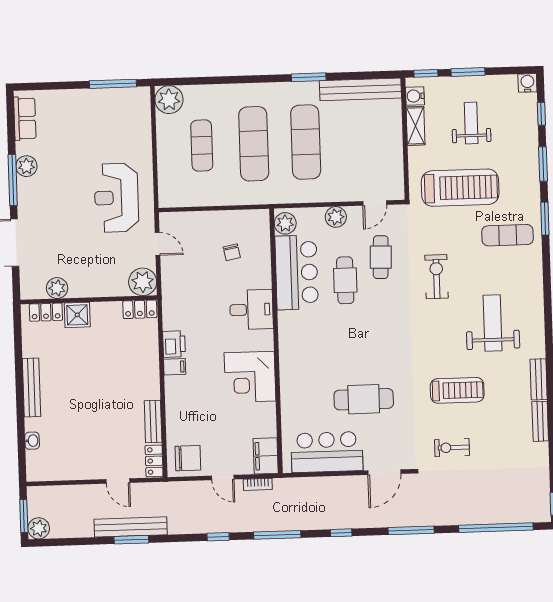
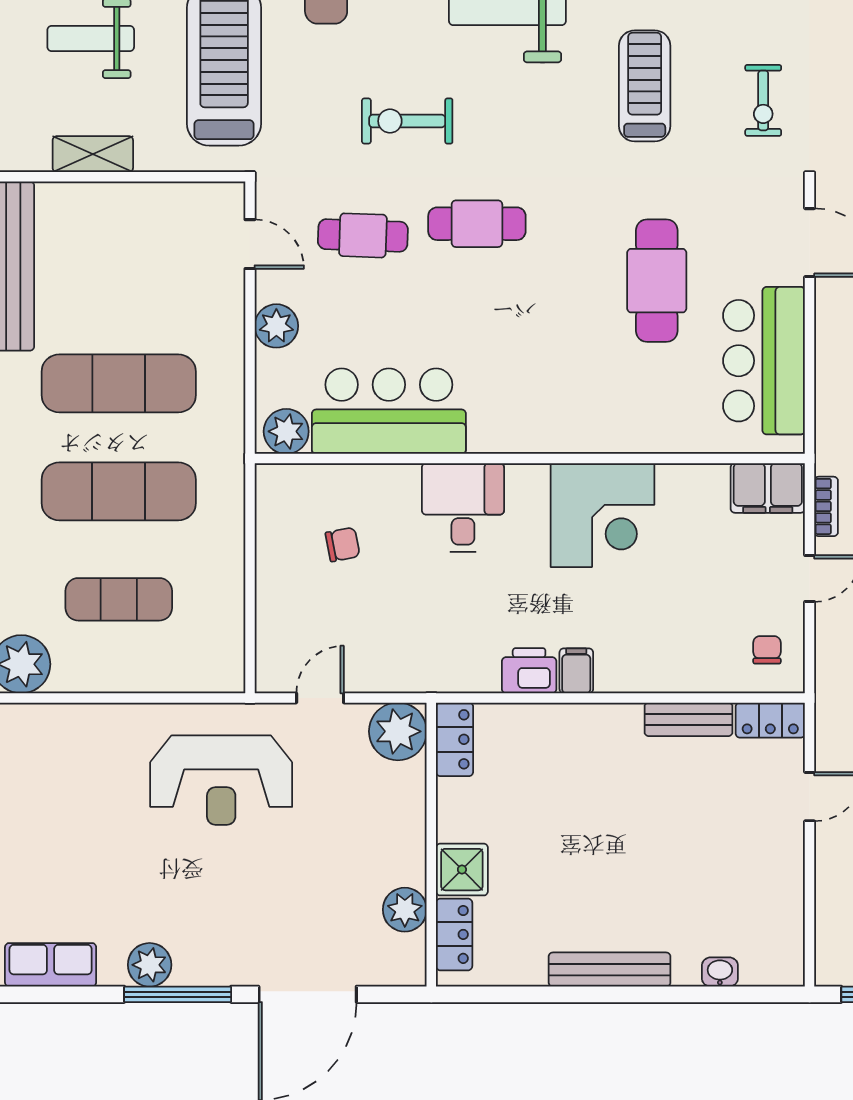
water cooler: (415, 96) -> (31, 153), removed
cafe table: (345, 280) -> (477, 224), moved
chair: (188, 458) -> (767, 650), width x0.54, depth x0.54

